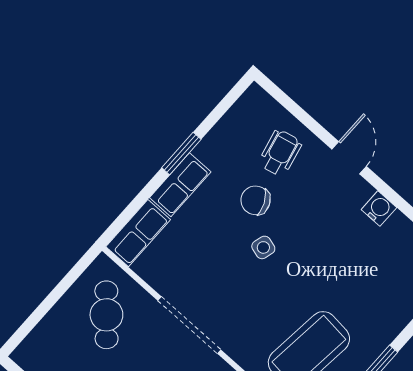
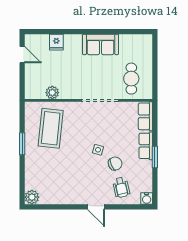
water cooler: (379, 209) -> (147, 199), moved
cafe table: (106, 315) -> (131, 79), turned 42

